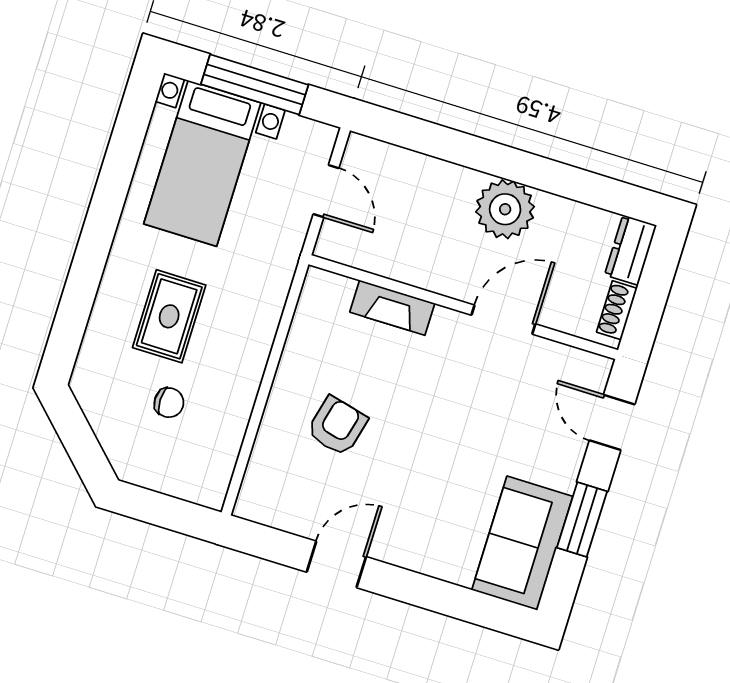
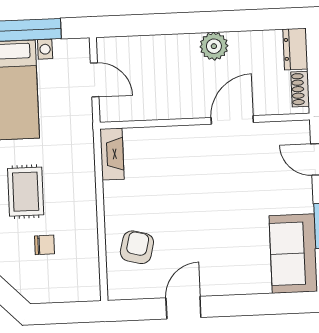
plant: (505, 209) -> (214, 46), width x0.73, depth x0.73
fireplace: (392, 308) -> (112, 154), moved, turned -90
armchair: (337, 426) -> (137, 247), moved

